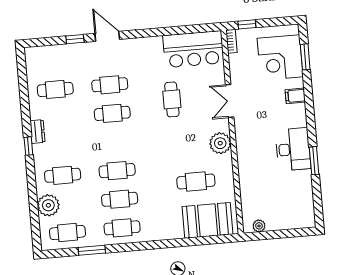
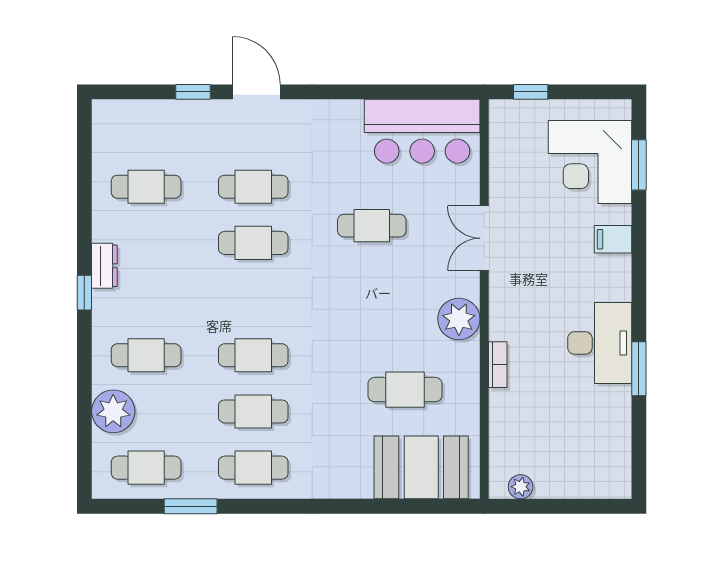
bookcase: (231, 41) -> (498, 365), moved
cafe table: (172, 99) -> (372, 226), turned 90

